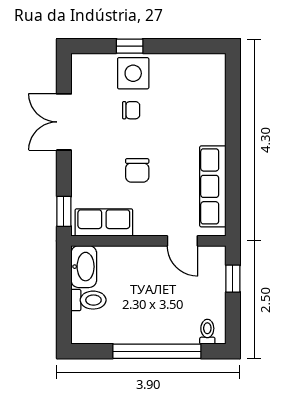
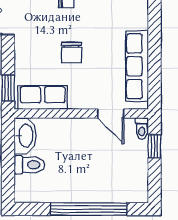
toilet: (207, 332) -> (142, 128), moved, turned 180

